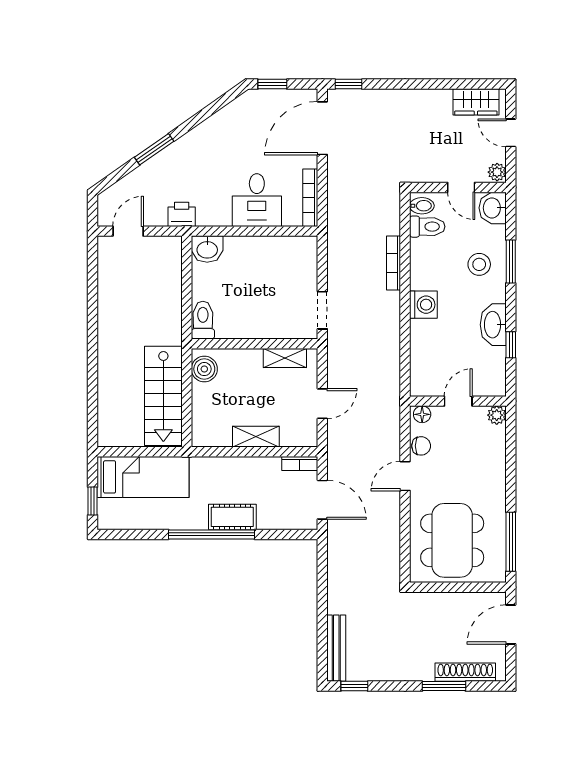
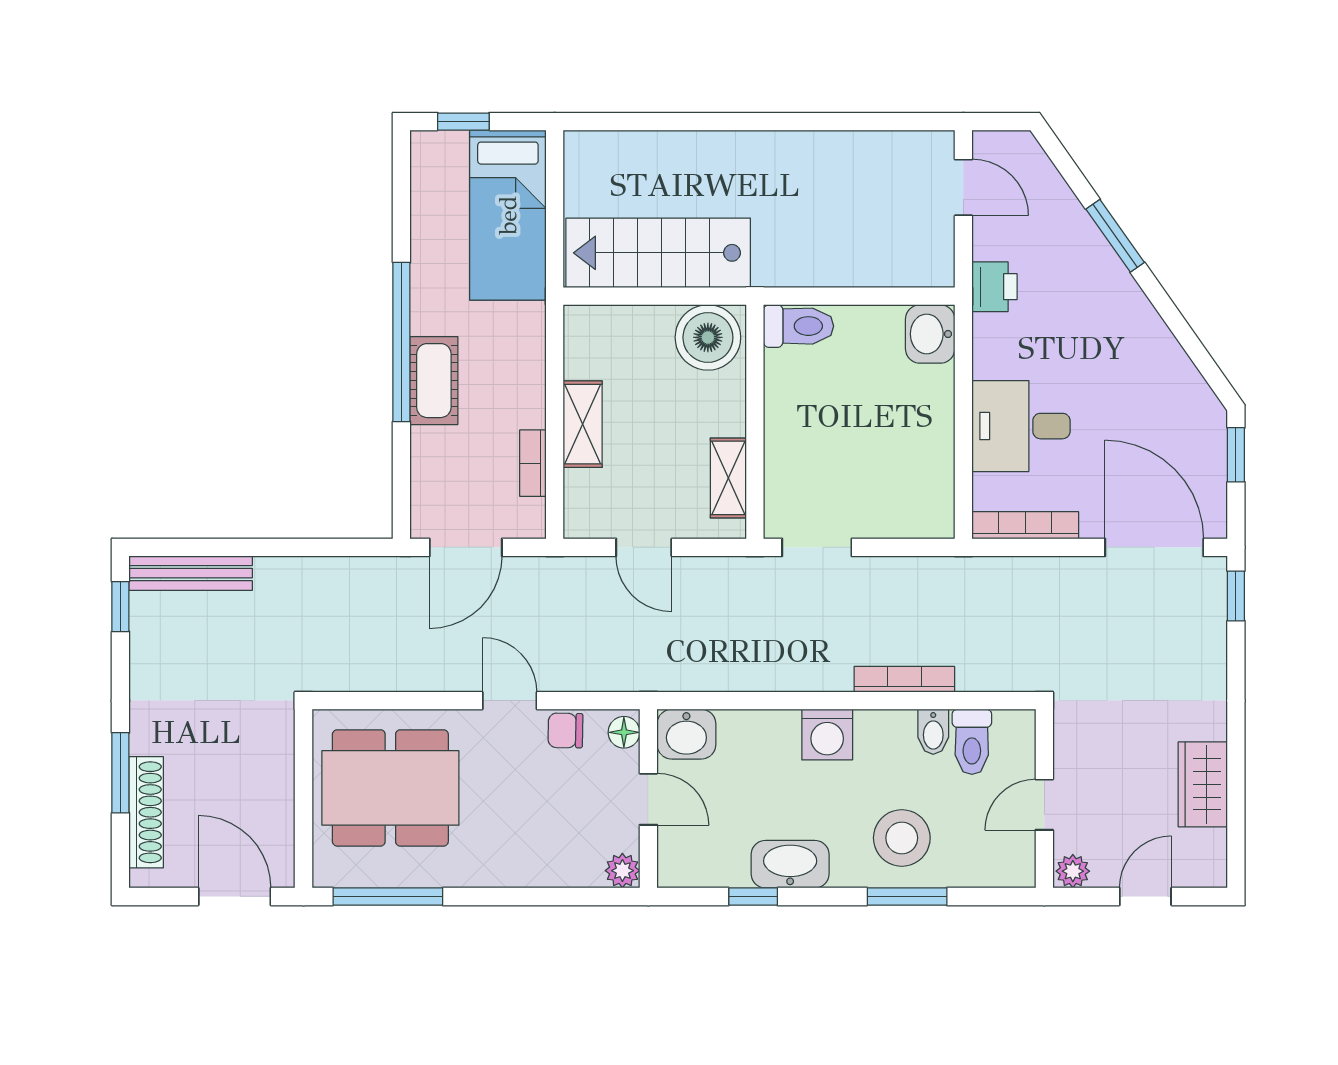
wardrobe: (476, 102) -> (1203, 784), moved
bidet: (422, 206) -> (933, 732), moved
washbasin: (493, 208) -> (686, 734), moved, turned 180
stool: (479, 264) -> (902, 838), width x1.38, depth x1.38
boiler: (204, 369) -> (708, 337), width x1.37, depth x1.37
chair: (421, 446) -> (565, 731), turned 91
bookcase: (300, 463) -> (533, 463), moved

